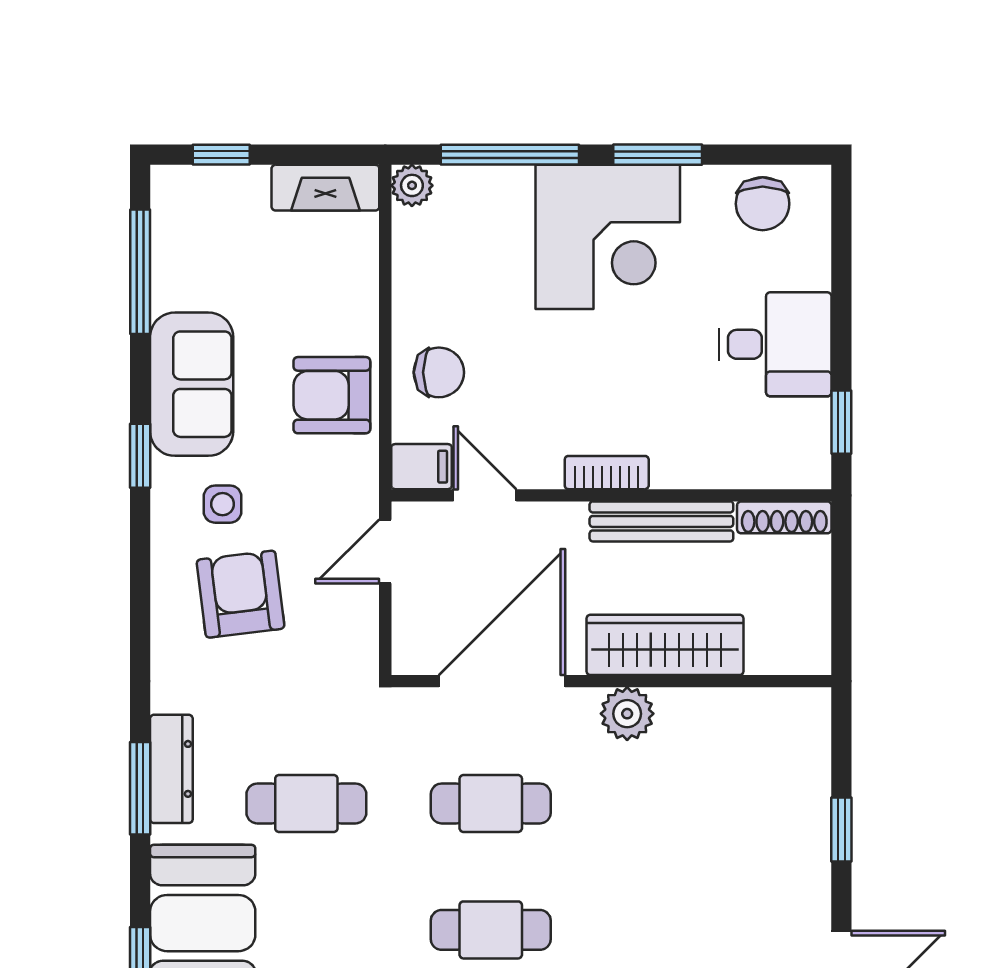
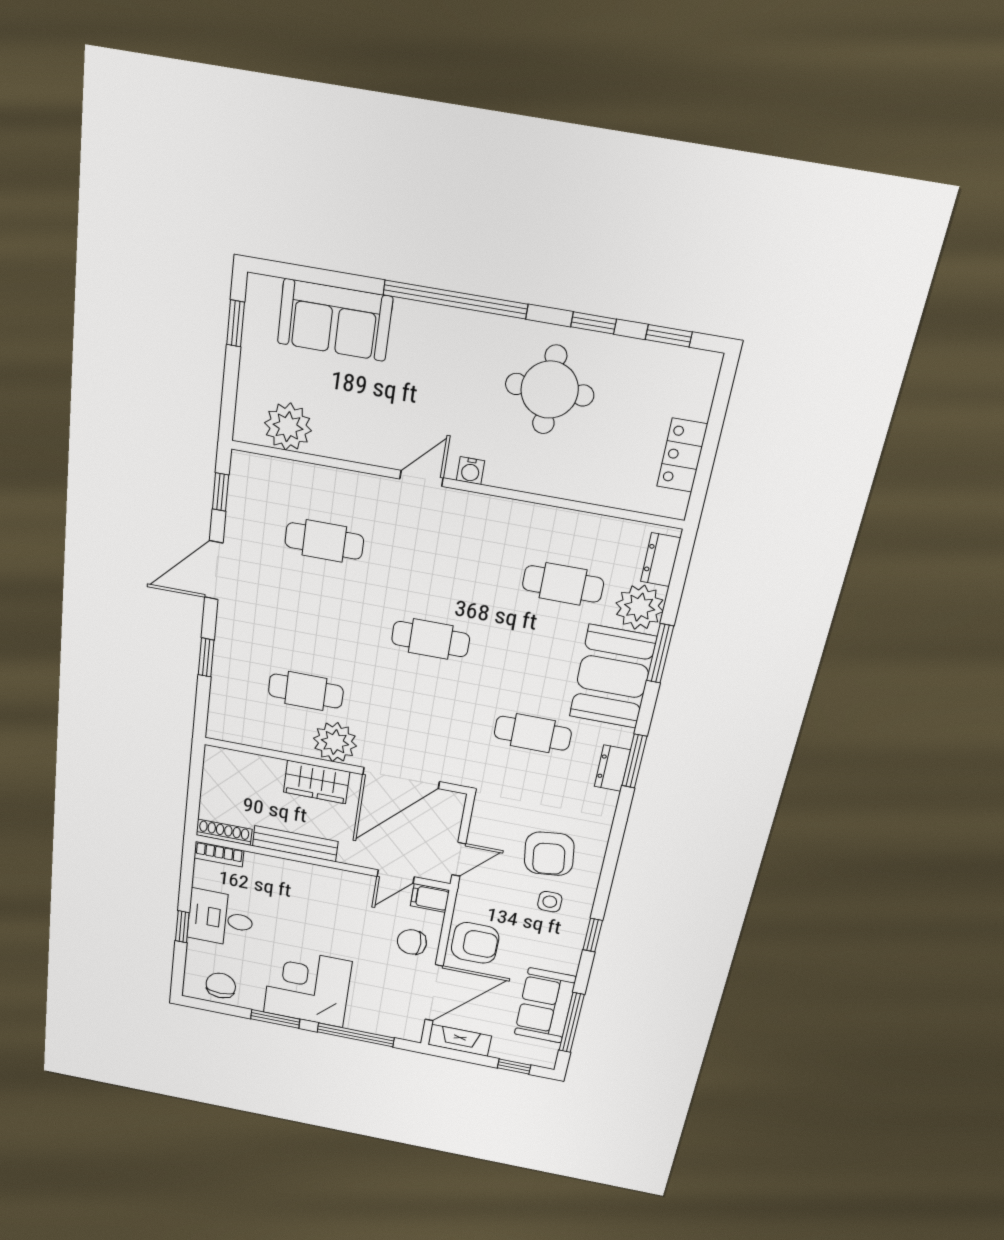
plant: (412, 185) -> (412, 1032), removed
door: (385, 277) -> (434, 993), added
sofa: (192, 384) -> (545, 1006), moved
window: (841, 422) -> (182, 927), moved
bookcase: (607, 473) -> (219, 854), moved
door: (485, 495) -> (396, 877), hinge flipped
wardrobe: (665, 645) -> (317, 782), width x0.67
plant: (627, 714) -> (335, 742), width x1.36, depth x1.36
dresser: (171, 769) -> (612, 768), width x0.70
cafe table: (491, 803) -> (306, 691), moved

